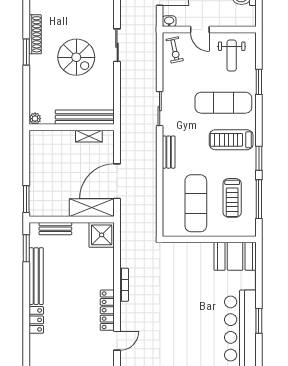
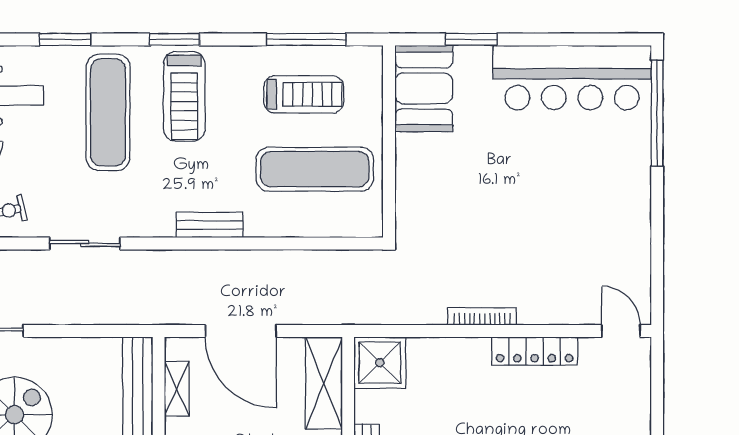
sliding door: (160, 109) -> (85, 244), moved
window: (259, 158) -> (175, 39), moved
door: (117, 181) -> (241, 331), moved
window: (259, 321) -> (471, 39), moved
door: (117, 341) -> (621, 331), moved

